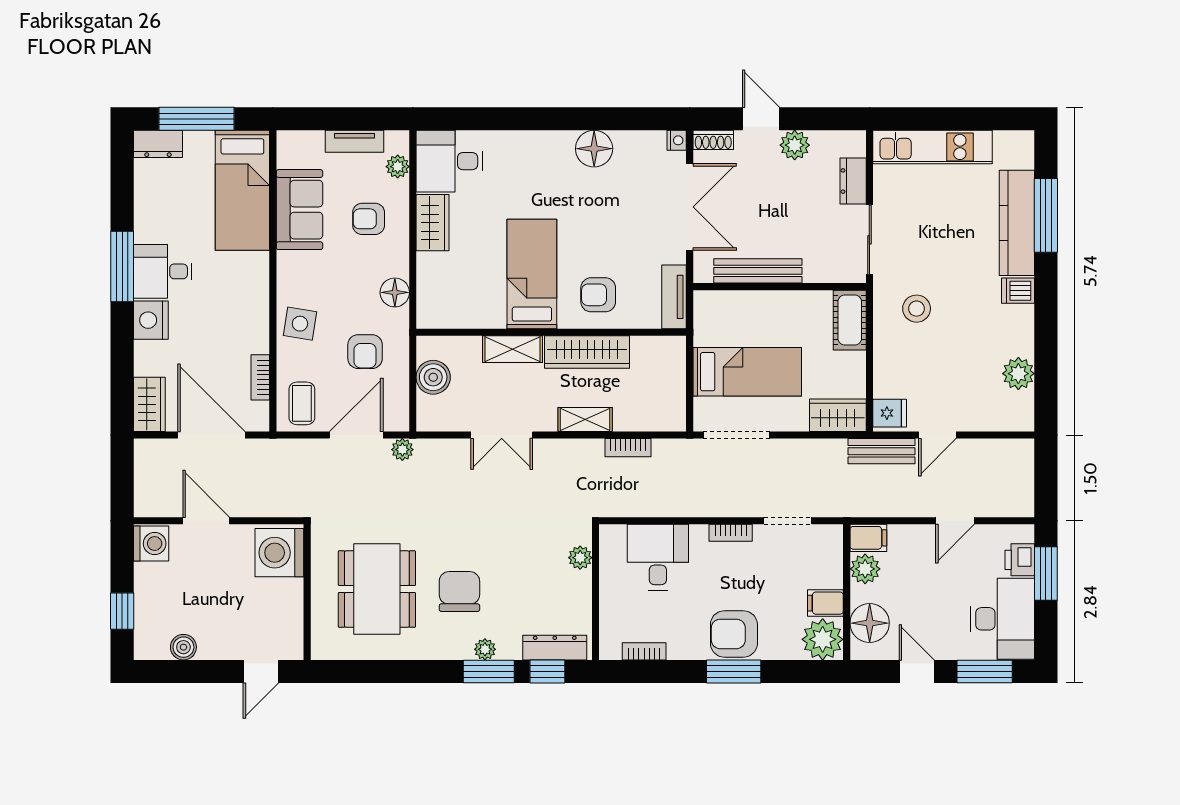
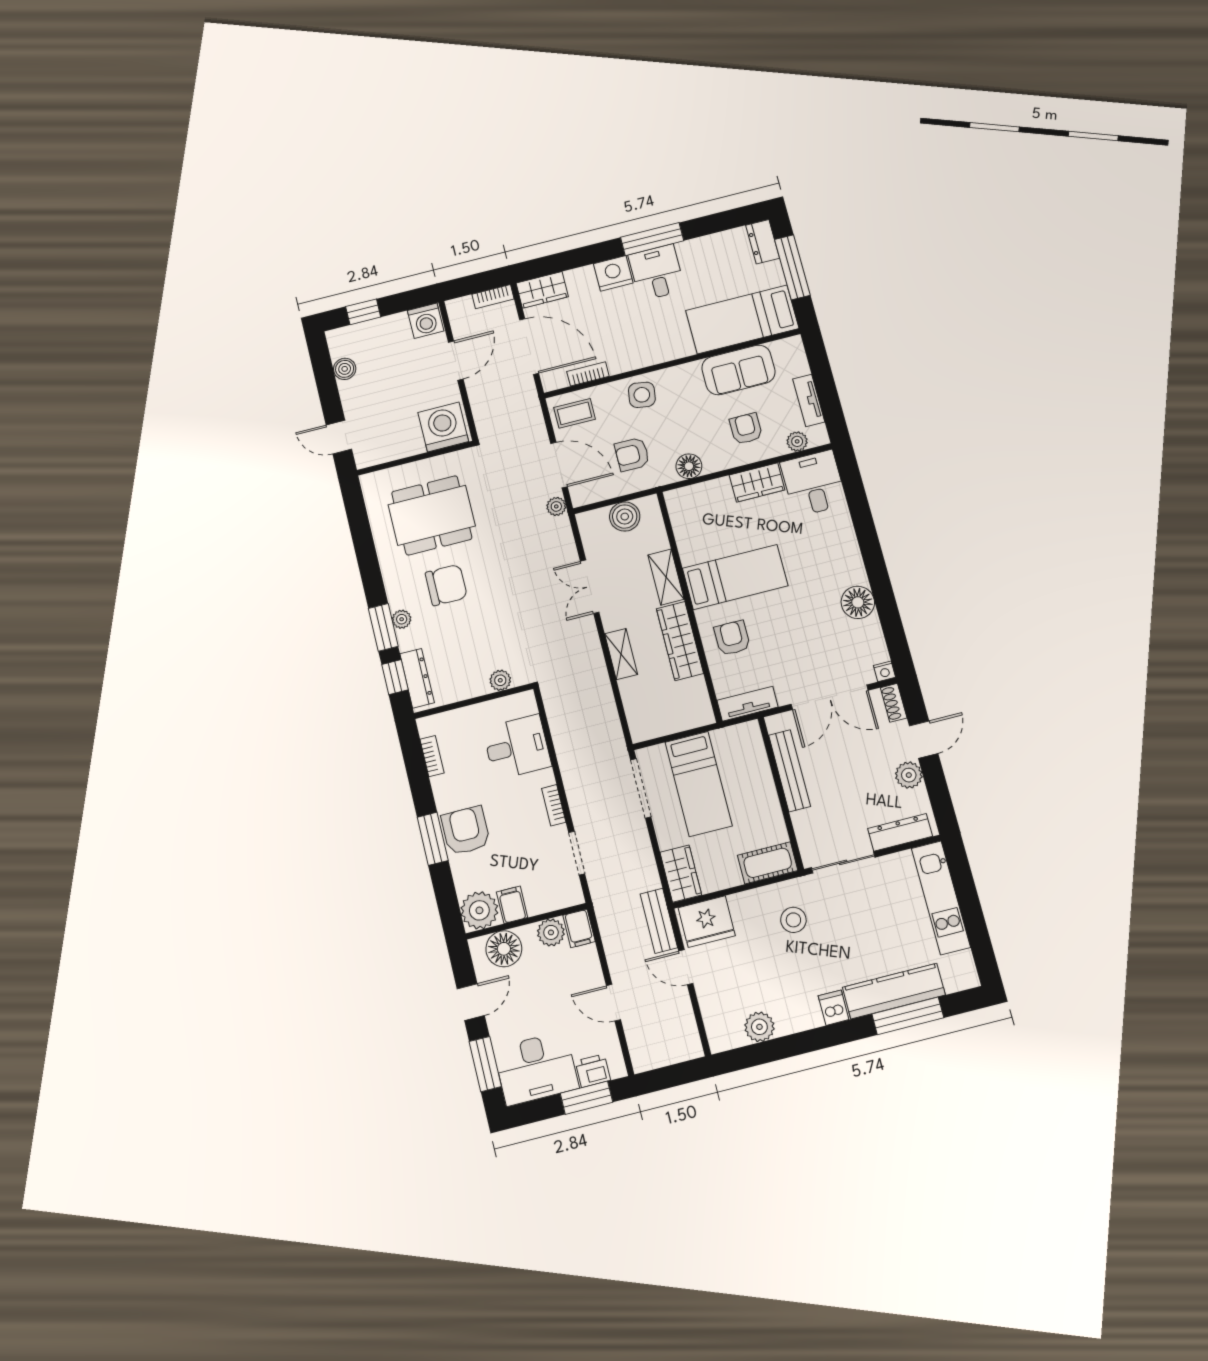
dresser: (853, 181) -> (900, 832), width x1.44
fridge: (890, 413) -> (707, 922), width x1.88, depth x1.34
door: (211, 435) -> (529, 346), hinge flipped
bookcase: (628, 448) -> (493, 297), moved, turned -90

